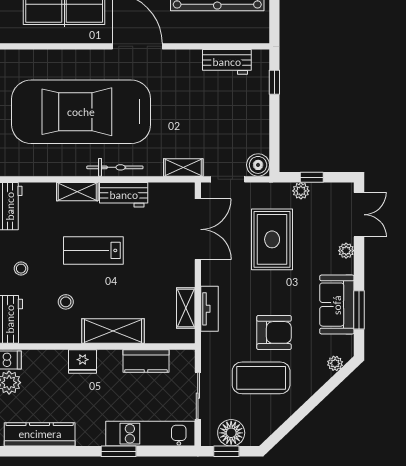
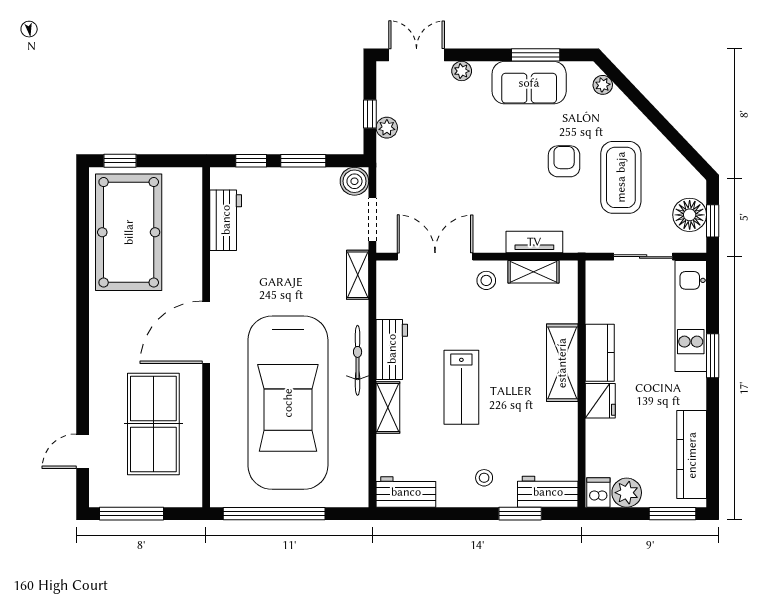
window: (274, 124) -> (303, 161), added
rug: (272, 239) -> (448, 164), removed
stool: (66, 302) -> (486, 280), moved
armchair: (274, 332) -> (564, 161), width x0.72, depth x0.72
kitchen counter: (146, 361) -> (600, 353), moved

